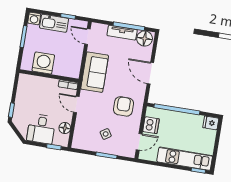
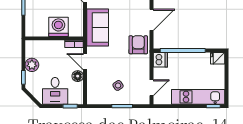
washing machine: (43, 63) -> (58, 27), moved
door: (150, 73) -> (152, 20), swing flipped
plant: (22, 99) -> (32, 65), added
armchair: (123, 106) -> (138, 45), moved
dishwasher: (151, 125) -> (160, 60), moved
floor lamp: (65, 128) -> (78, 76), moved

